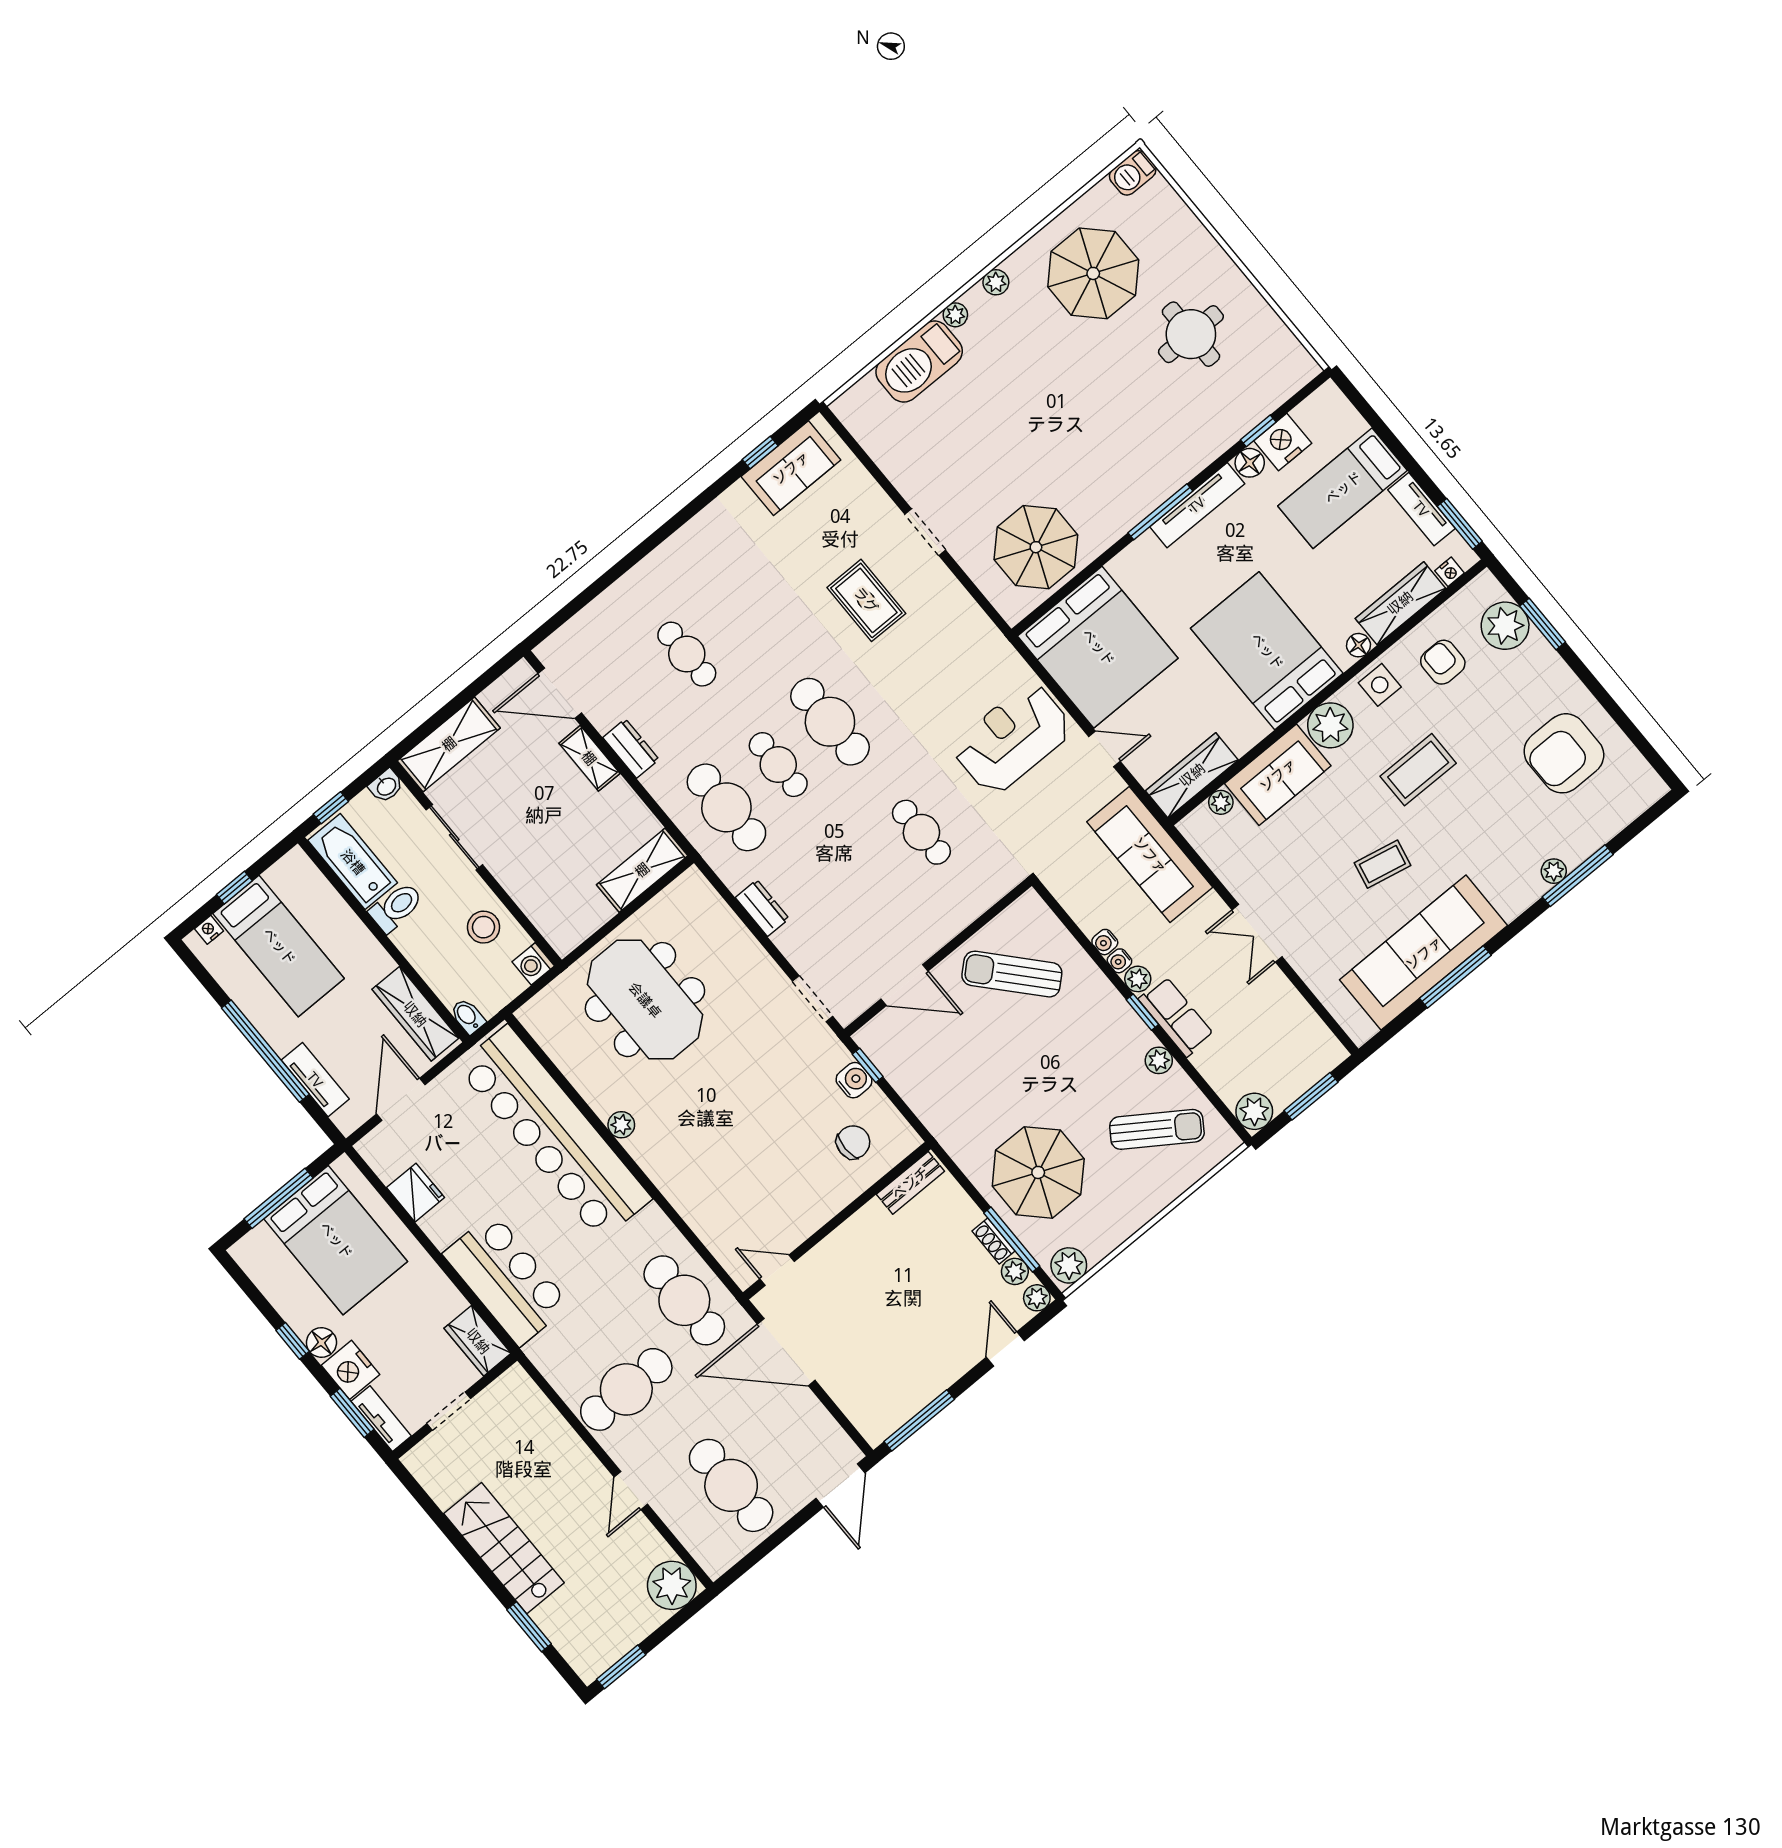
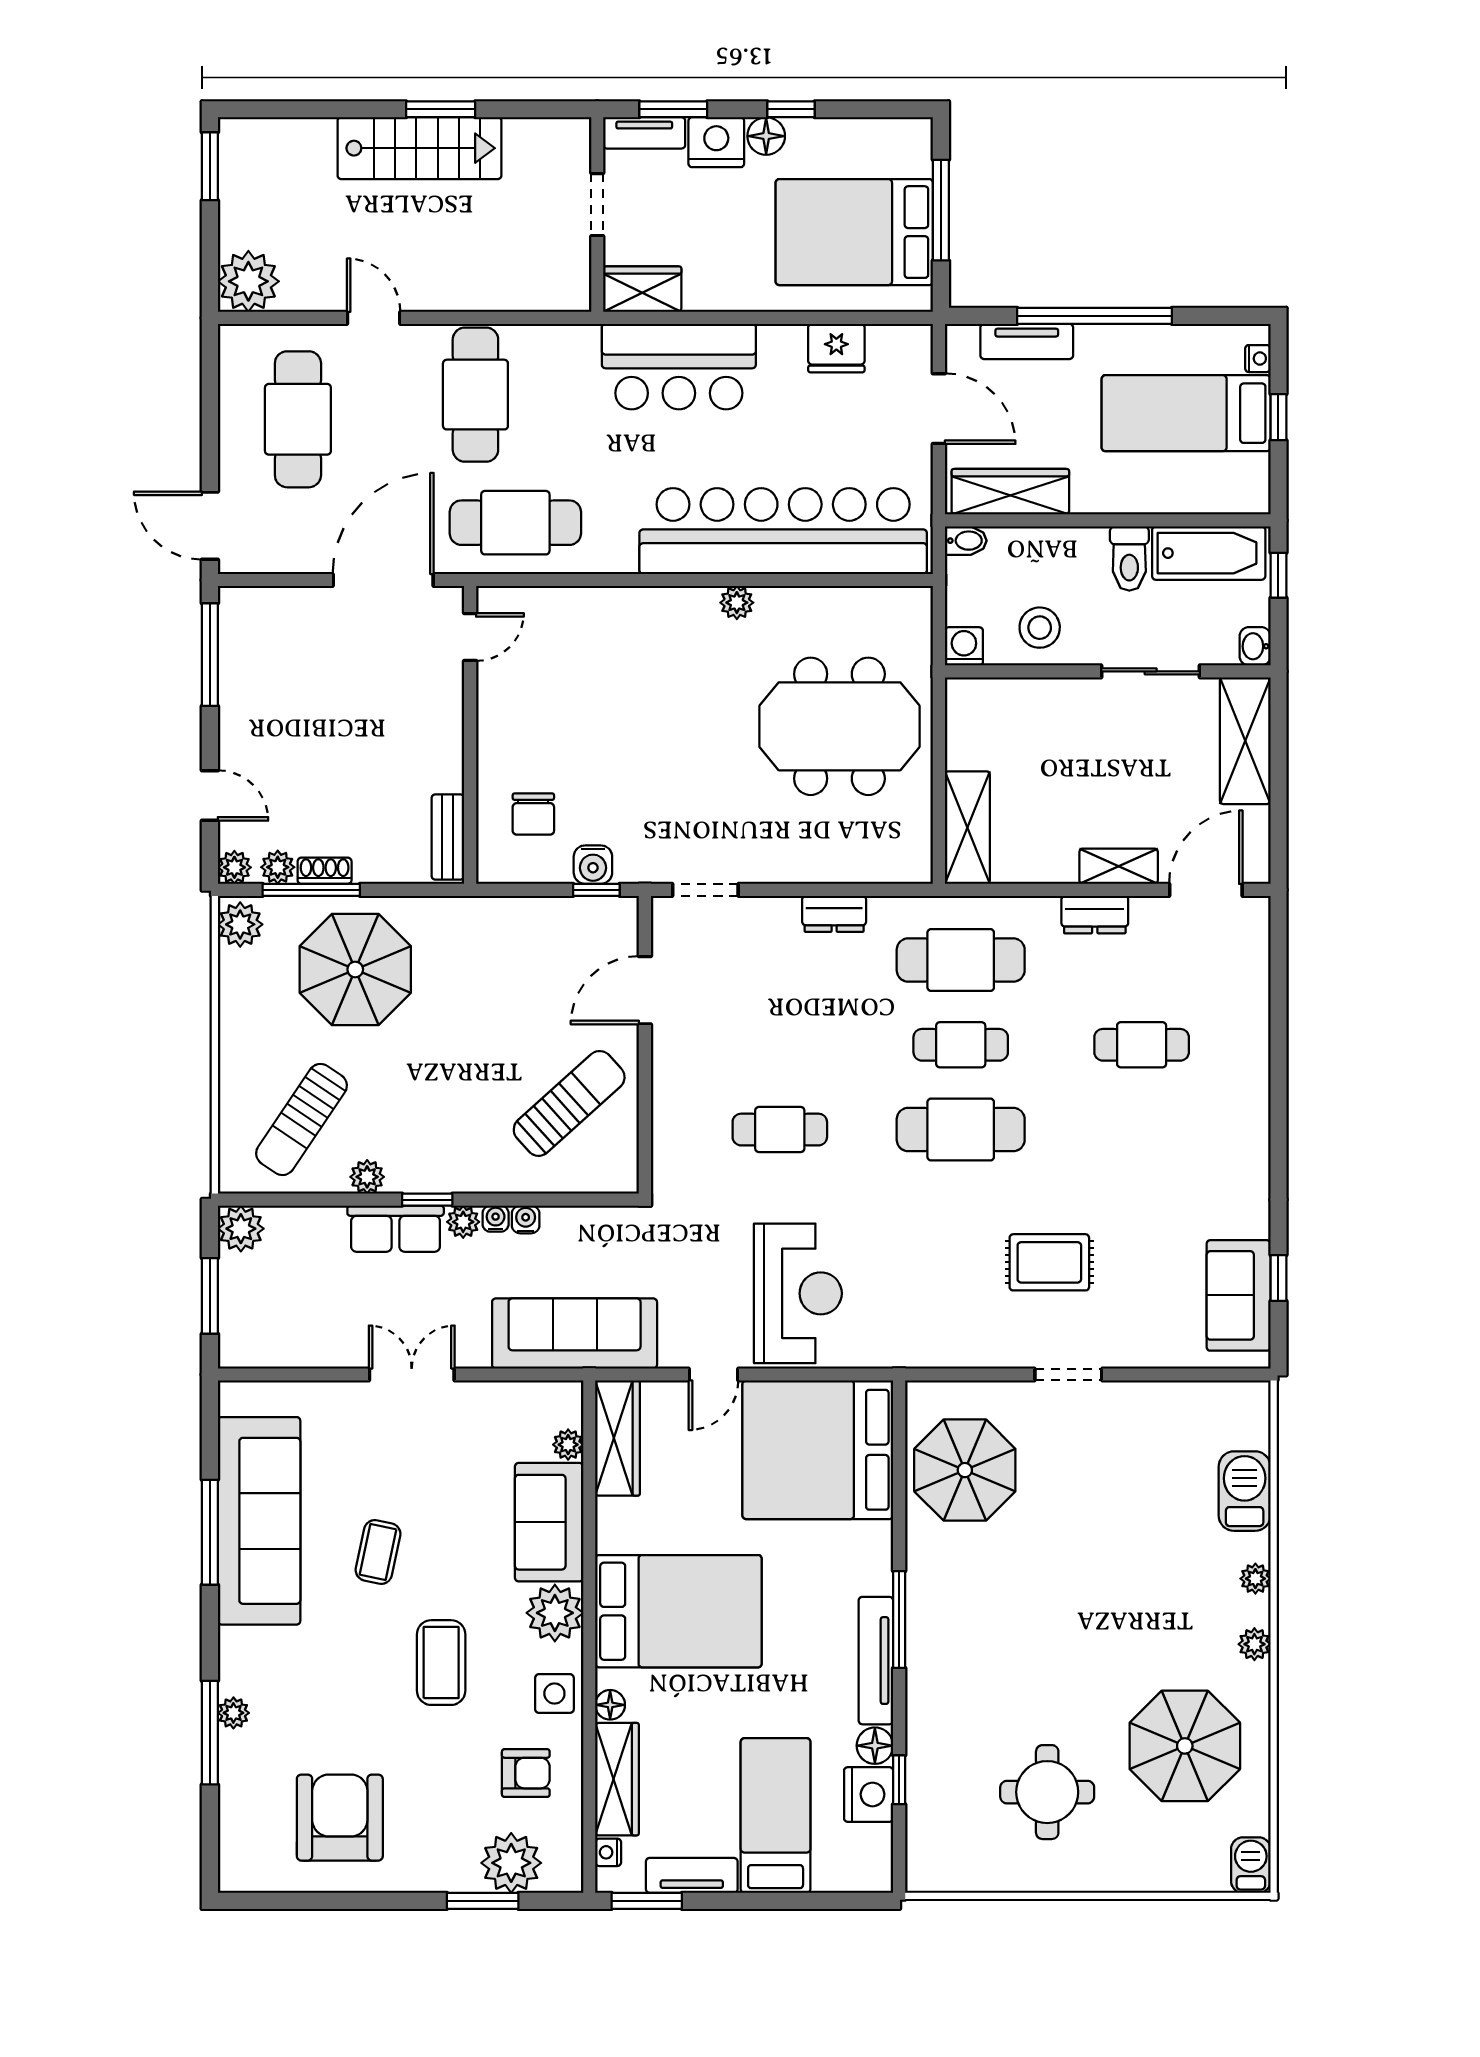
barbecue: (919, 362) -> (1245, 1491), width x0.73, depth x0.83
cafe table: (731, 1485) -> (298, 419), turned 90
window: (529, 1627) -> (441, 109), moved

